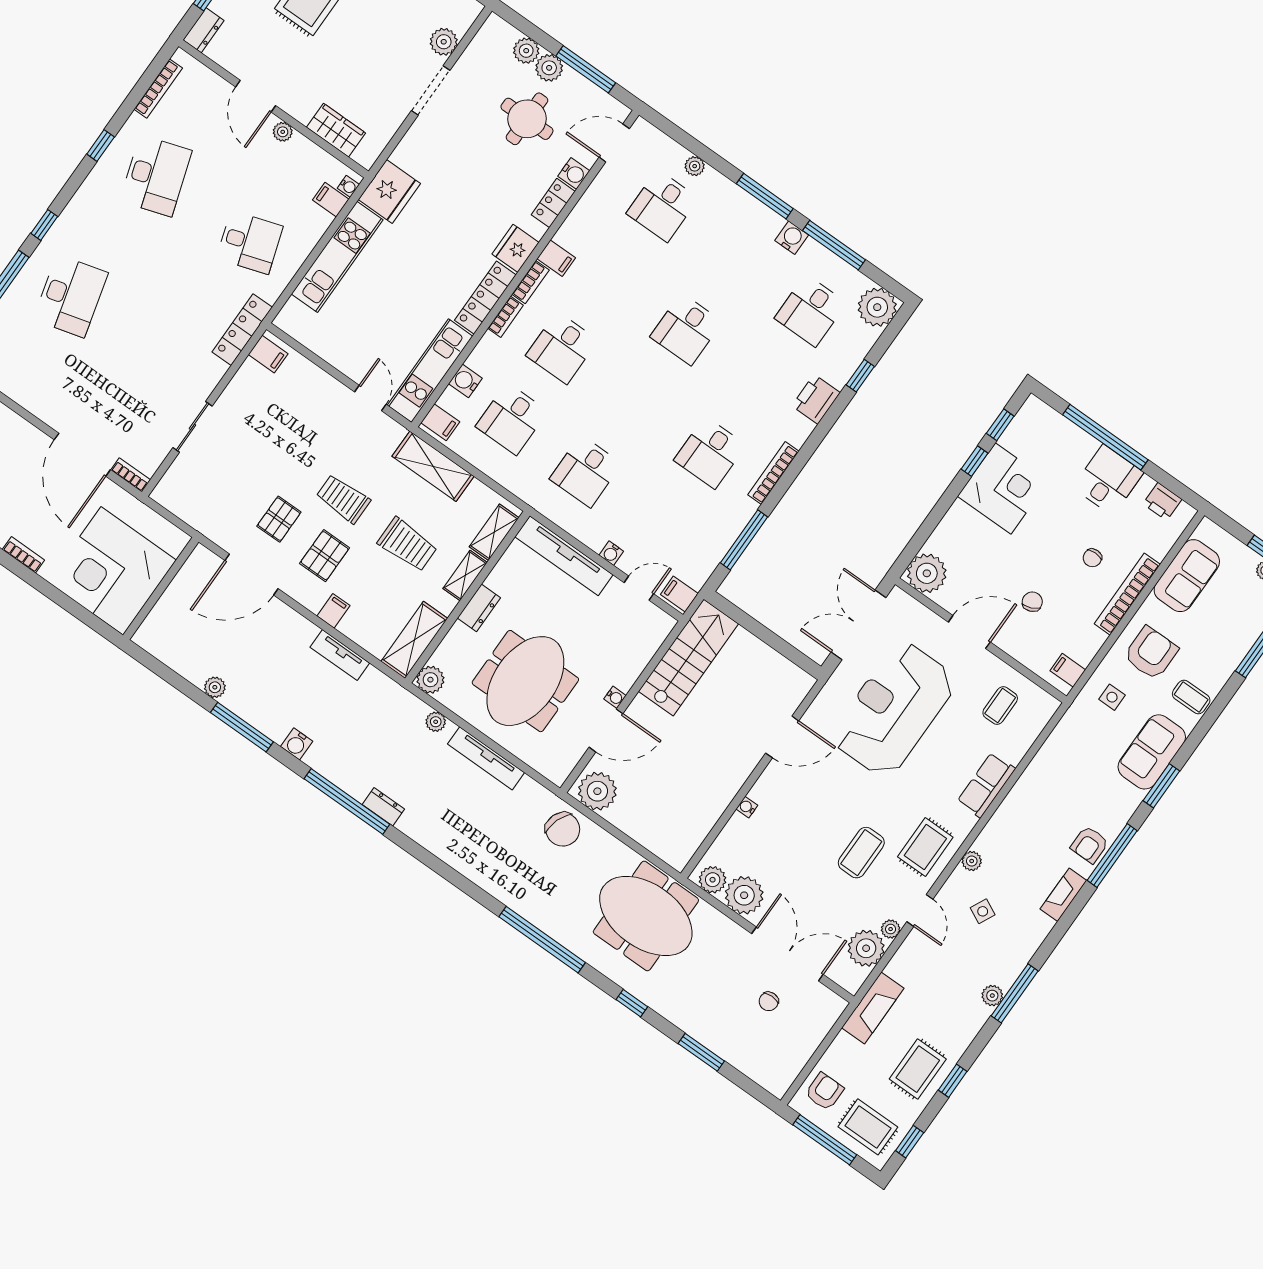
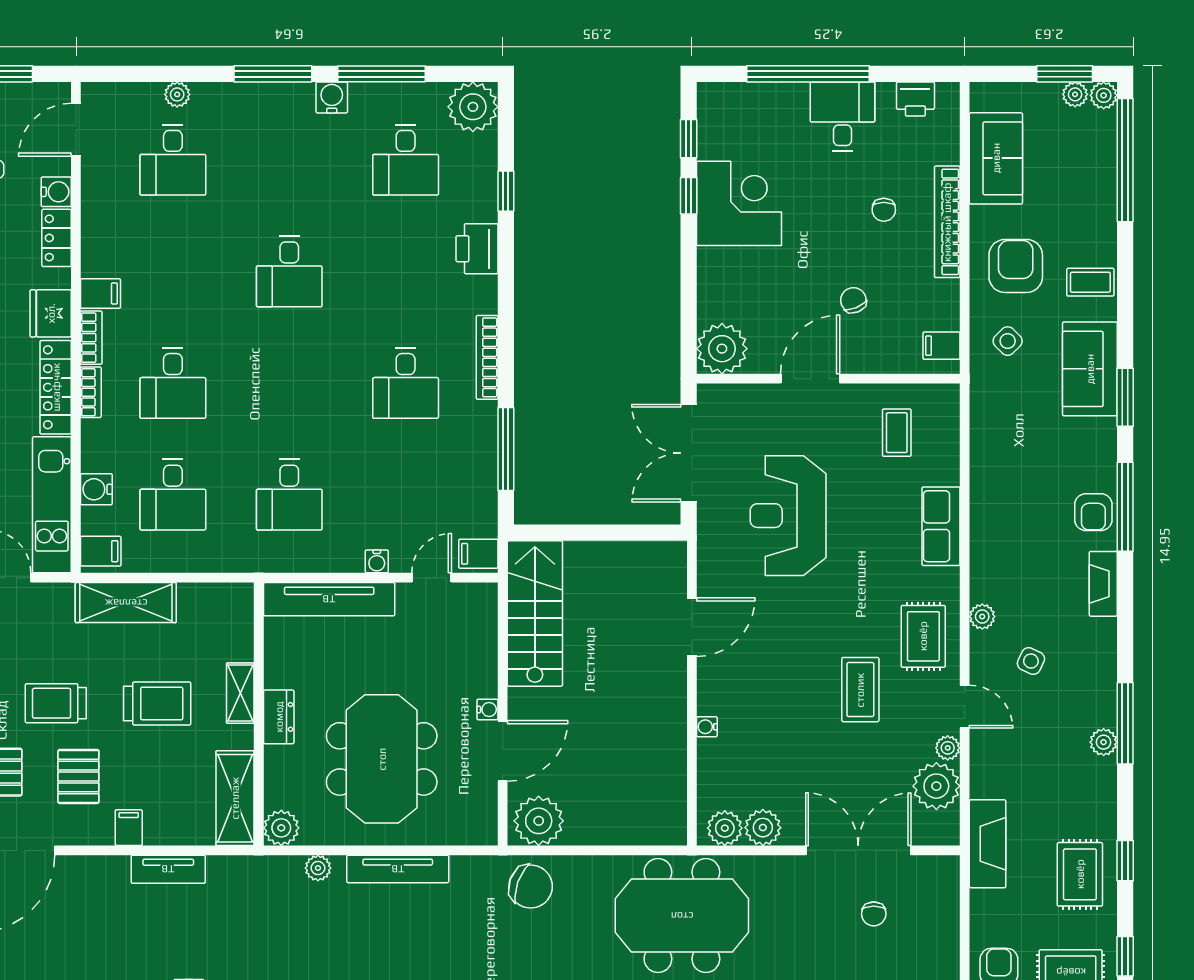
shelving: (494, 532) -> (239, 626), removed
side table: (1112, 697) -> (1008, 341), turned 45
reception desk: (894, 709) -> (788, 516), width x0.74, depth x0.77
plant: (744, 895) -> (763, 828), width x0.73, depth x0.73

